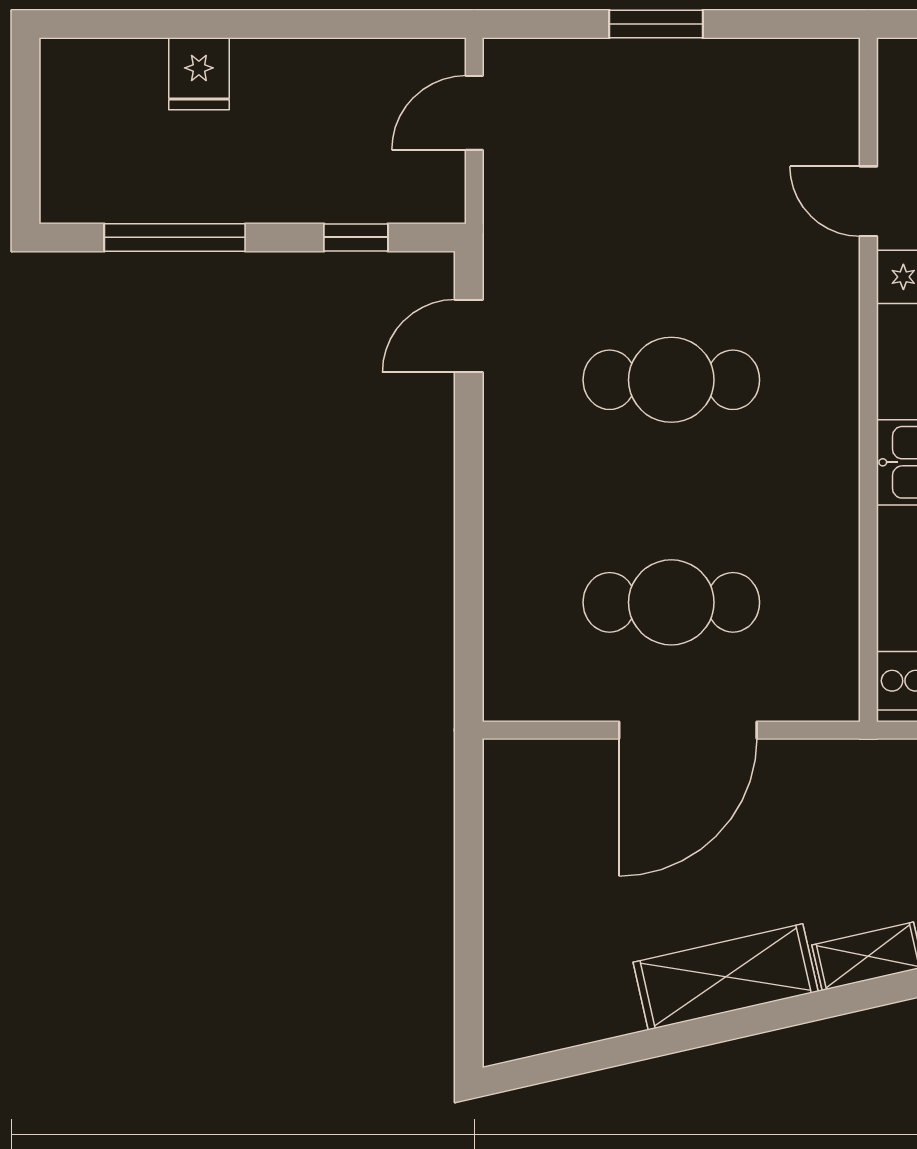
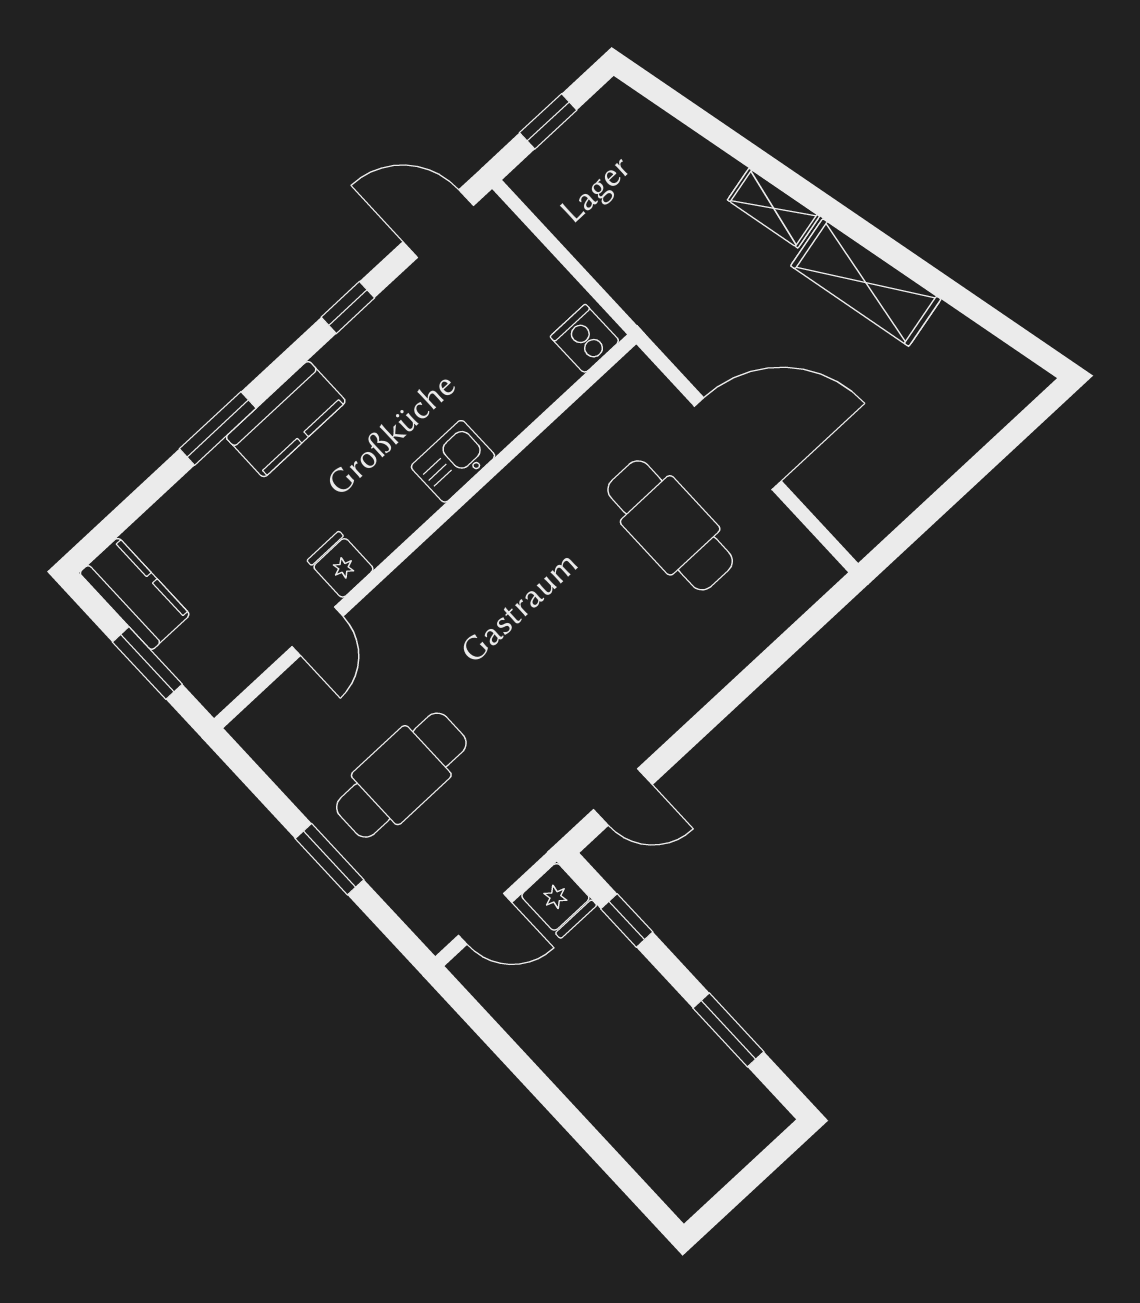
fridge: (199, 74) -> (559, 900), moved, turned 90
window: (175, 237) -> (728, 1030), width x0.69
cafe table: (671, 380) -> (401, 775), moved, turned 90

